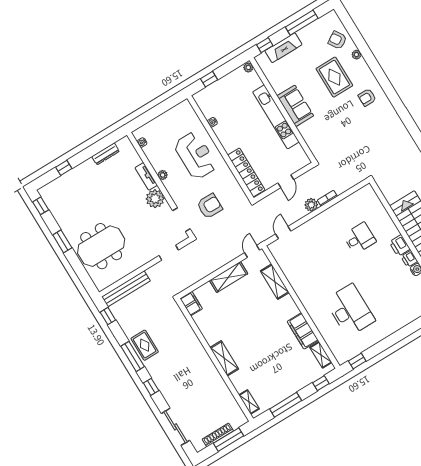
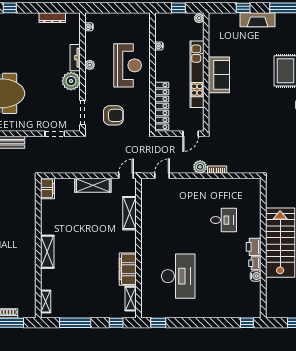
plant: (248, 67) -> (199, 18), moved
sofa: (295, 106) -> (219, 75), moved
wall: (283, 110) -> (206, 72), moved
kitchen unit: (276, 117) -> (197, 74), moved

